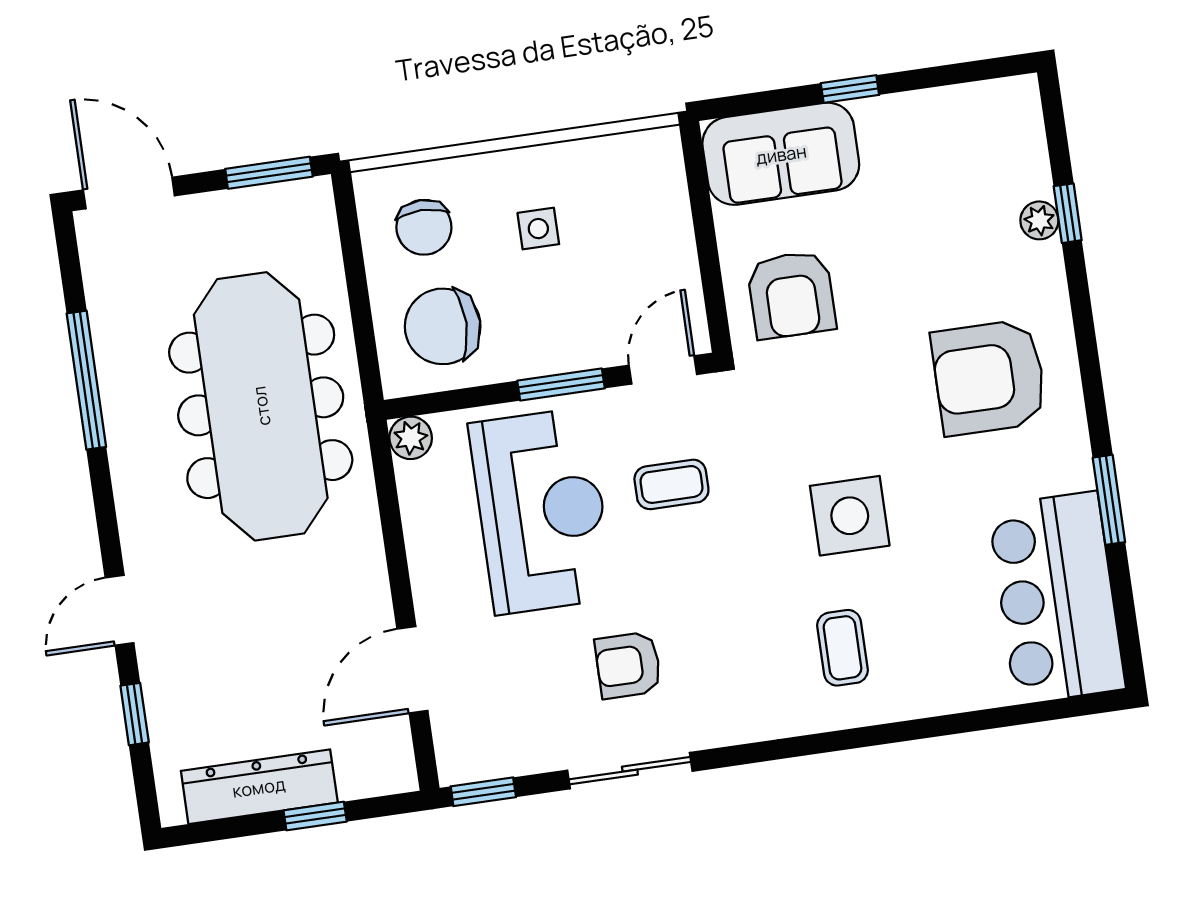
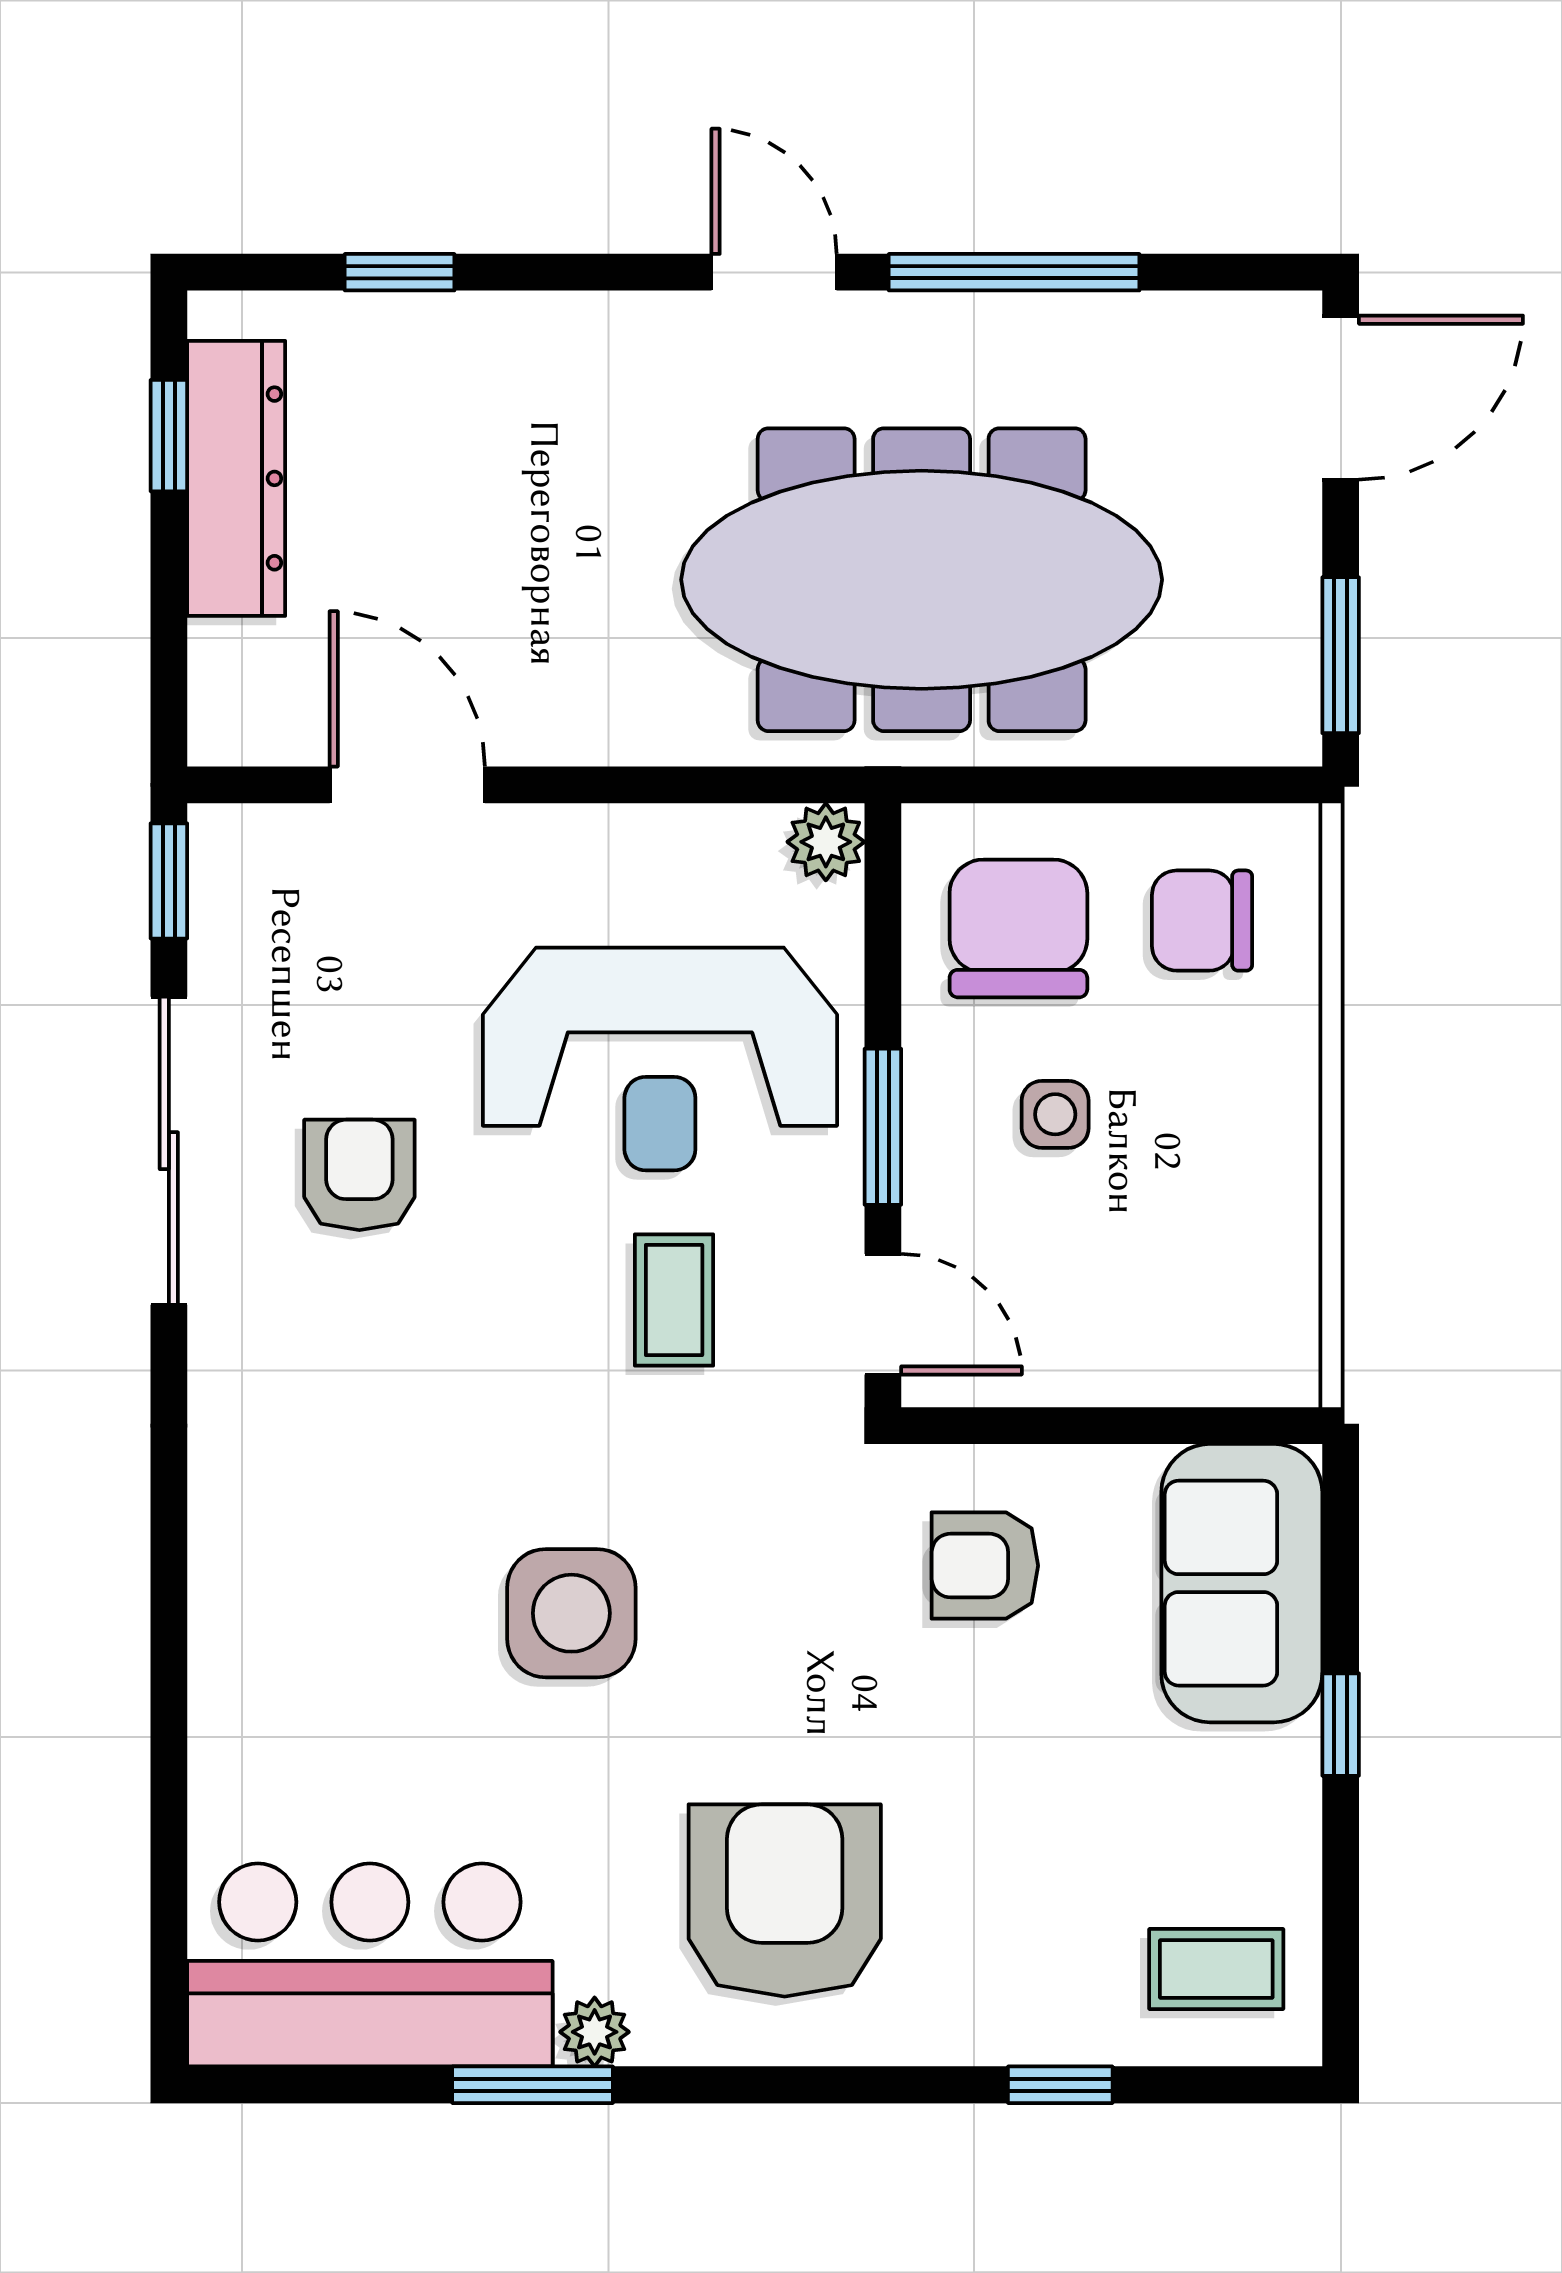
plant: (1039, 220) -> (595, 2032), moved
side table: (538, 229) -> (1055, 1114), moved
armchair: (791, 295) -> (985, 1566), width x0.72, depth x0.72
door: (120, 610) -> (774, 272), moved
coffee table: (842, 648) -> (1216, 1969), moved
sliding door: (630, 771) -> (169, 1151), width x1.37
window: (315, 816) -> (169, 436), moved

